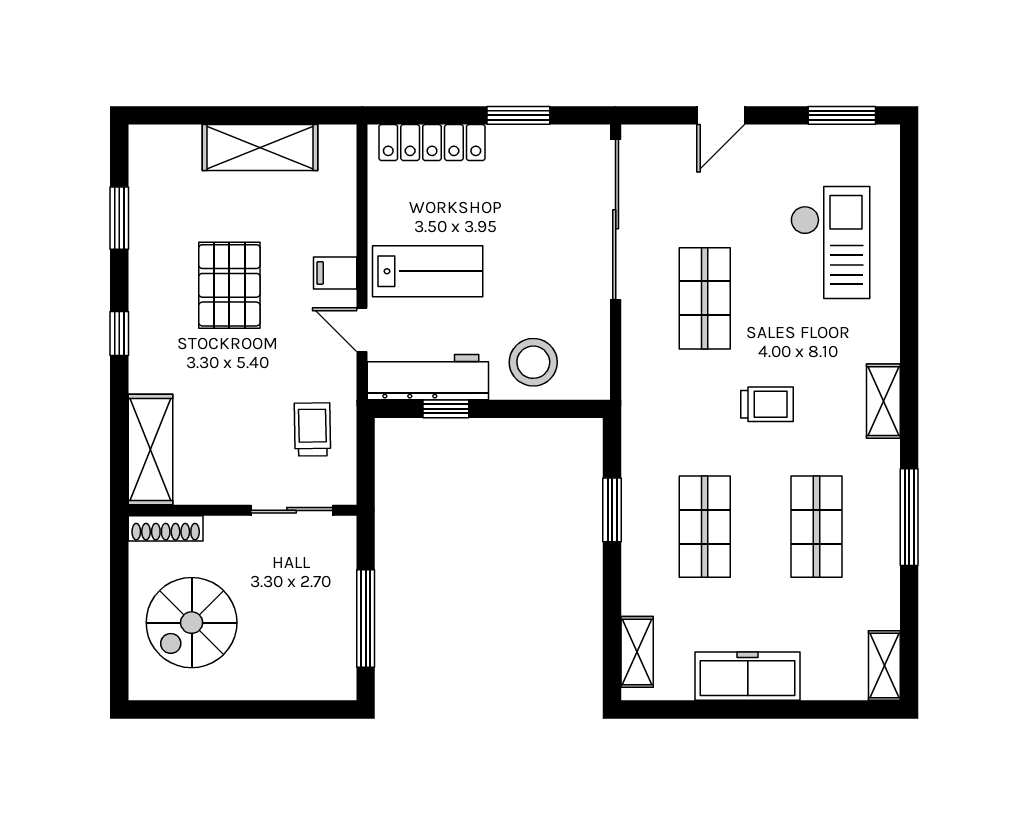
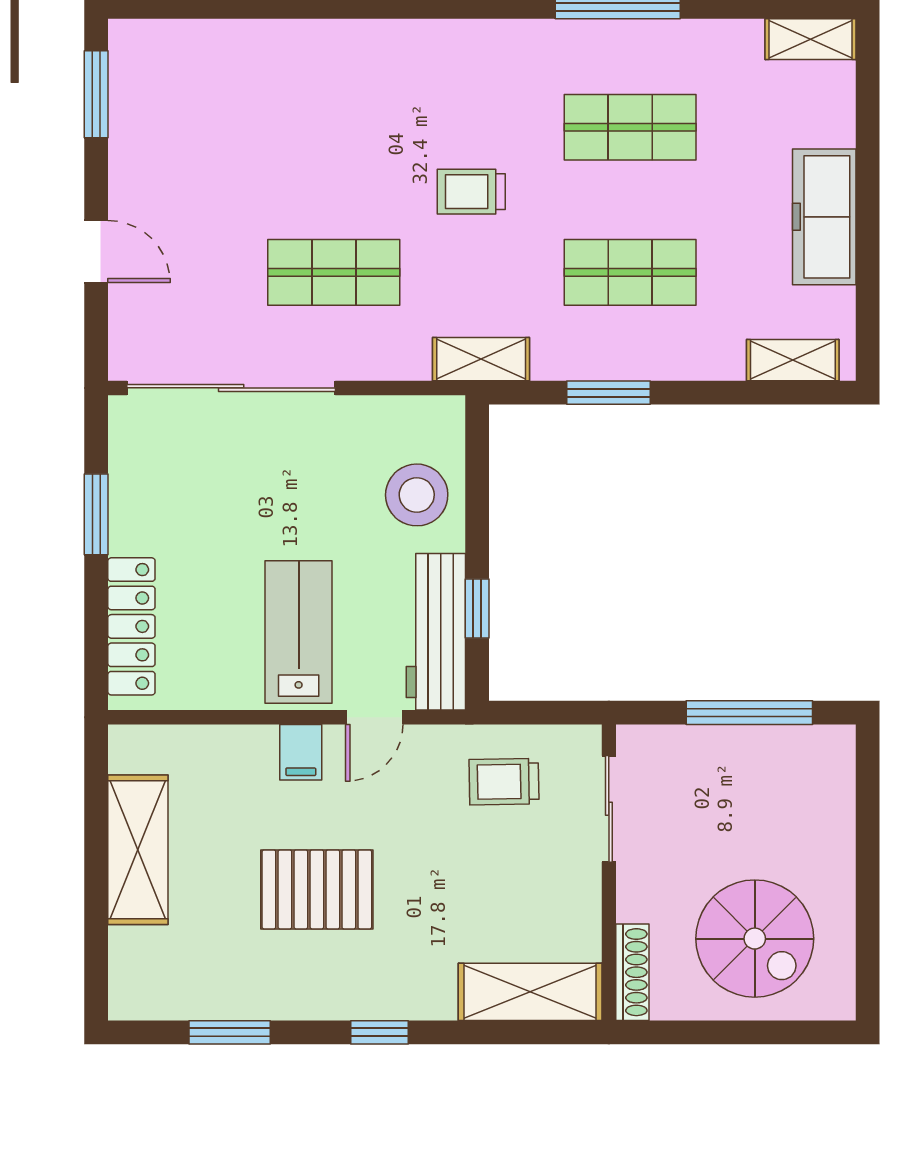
checkout: (830, 242) -> (261, 109), removed
shelving: (883, 401) -> (481, 359), moved
trolley: (767, 404) -> (471, 192), turned -90

